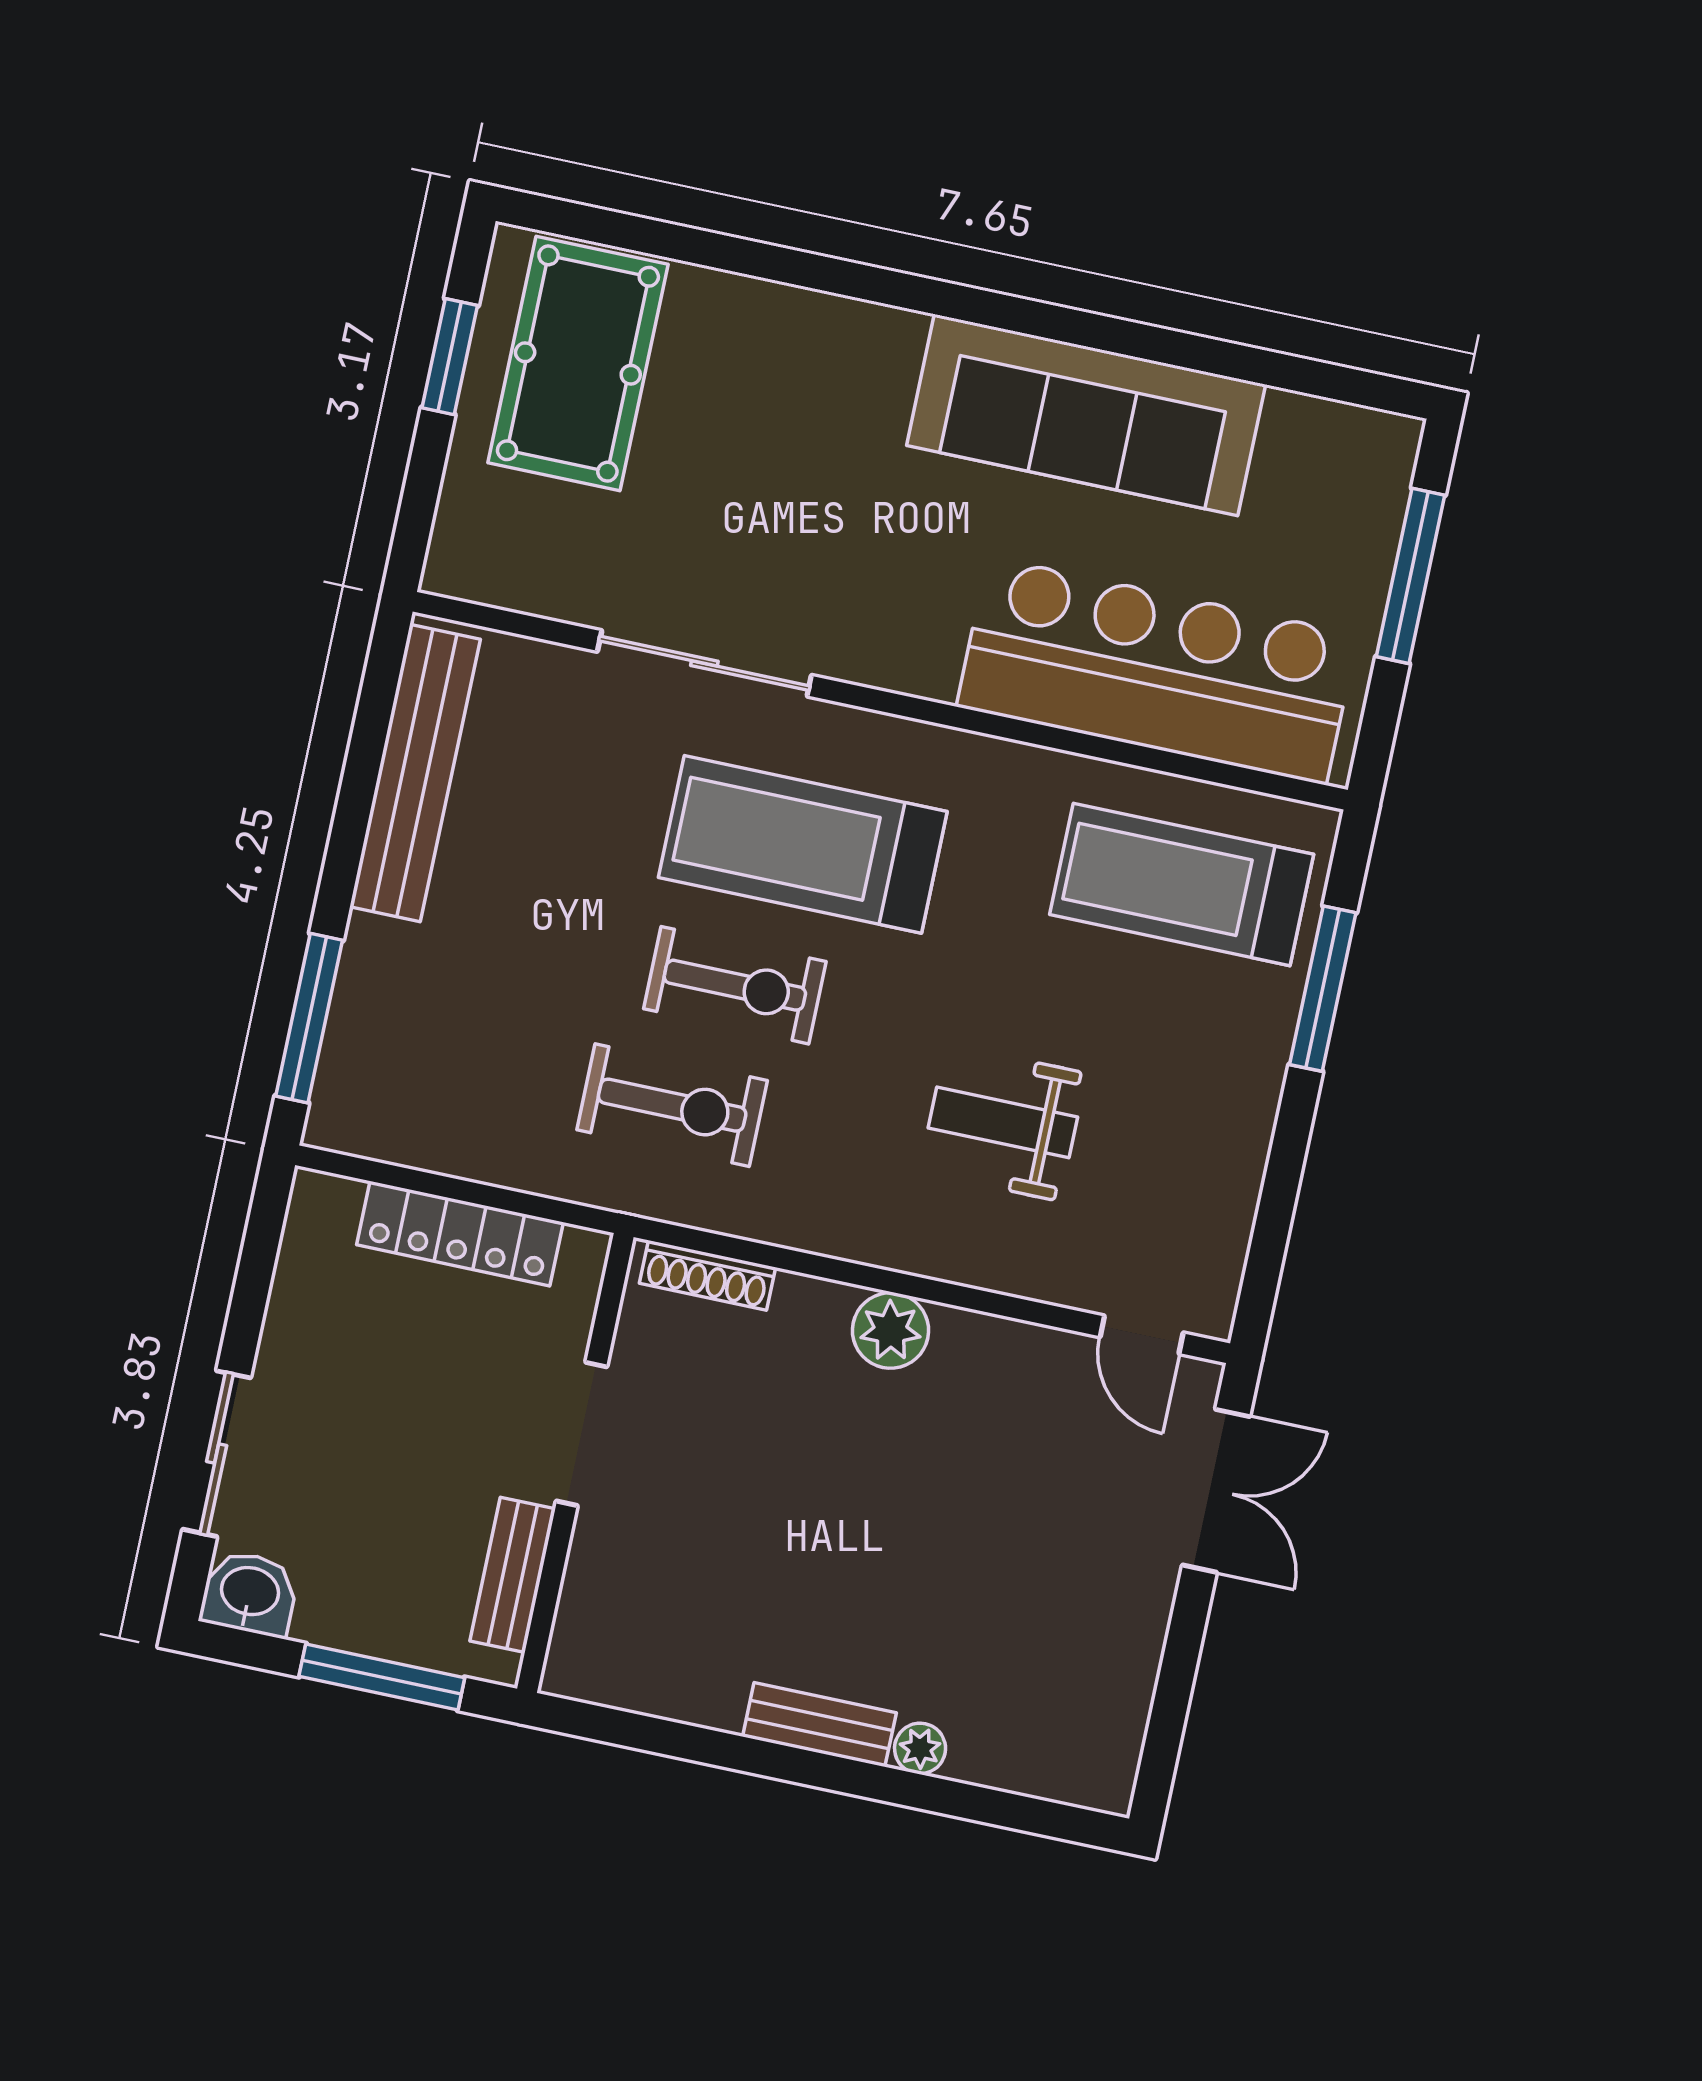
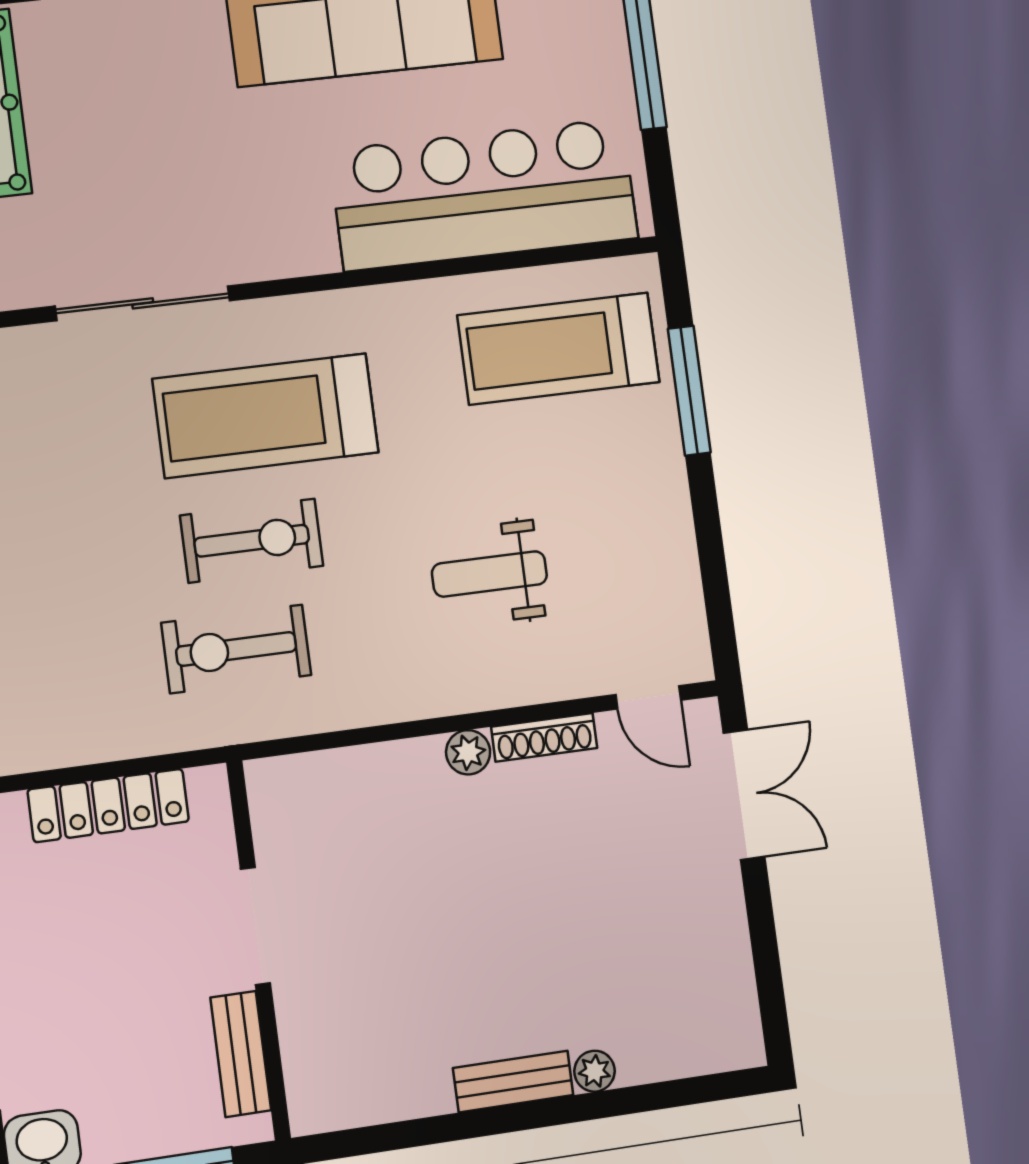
exercise bike: (672, 1105) -> (236, 649), turned 180
shoe rack: (707, 1275) -> (544, 737), moved
plant: (891, 1330) -> (468, 752), width x0.73, depth x0.73

